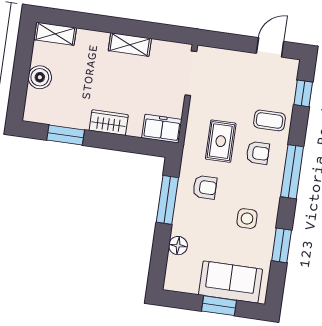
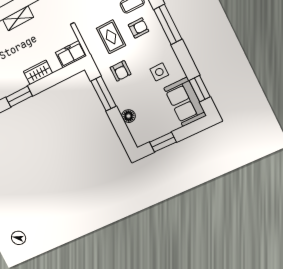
armchair: (205, 187) -> (121, 71), turned 90
window: (282, 245) -> (200, 89), moved
sofa: (230, 282) -> (185, 102), moved, turned -90
window: (219, 306) -> (163, 142), moved

